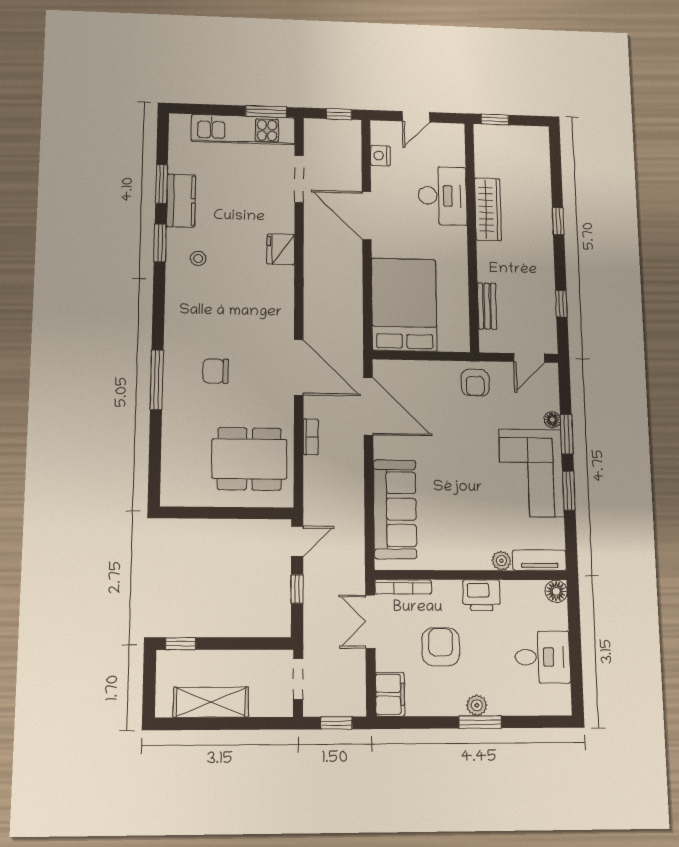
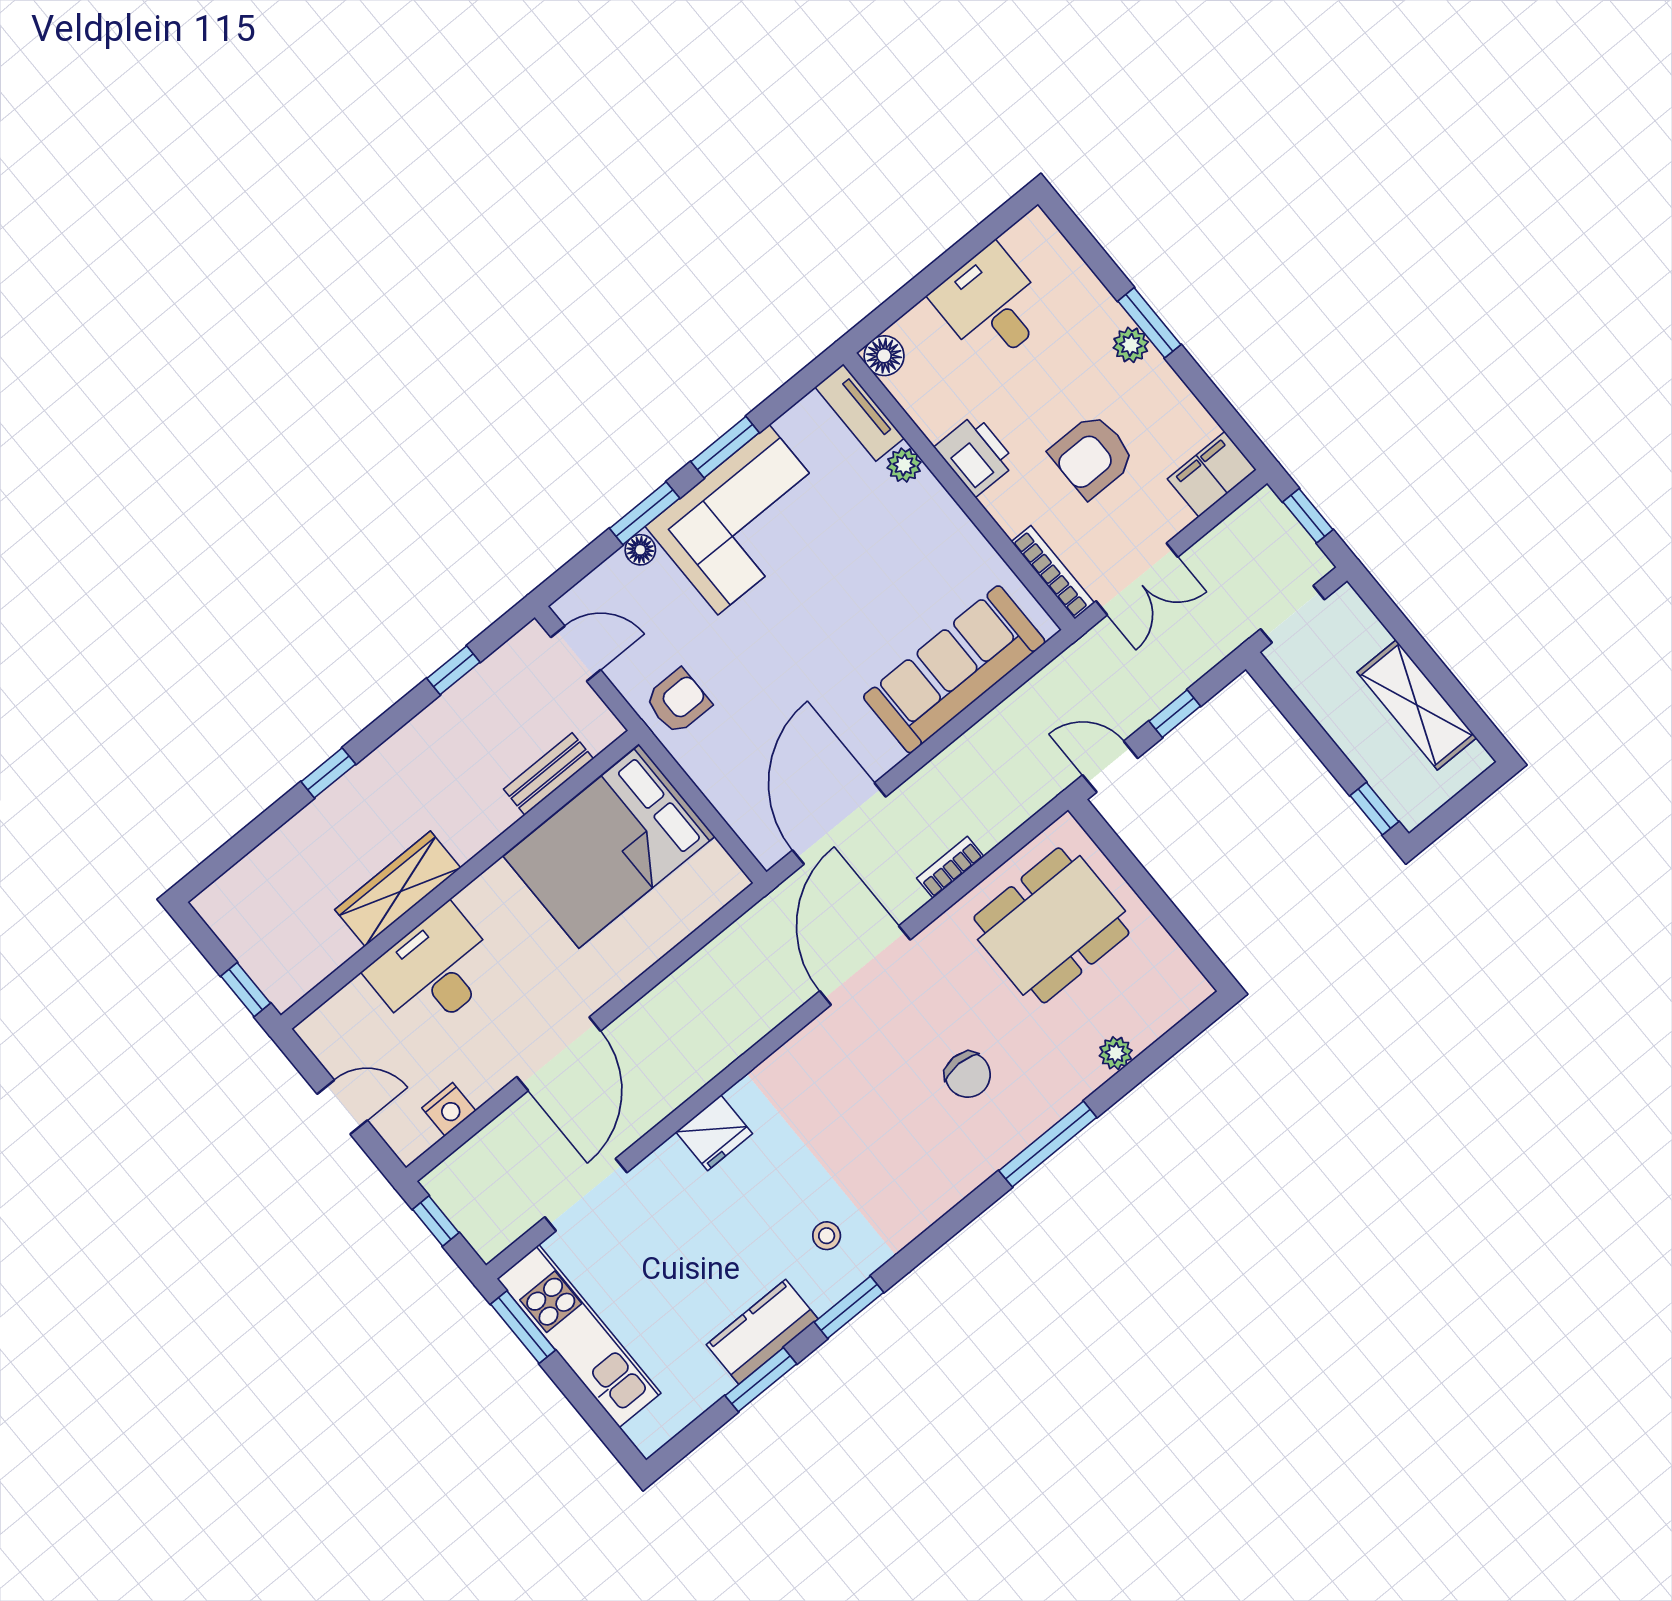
bed: (404, 305) -> (609, 846), moved
plant: (171, 441) -> (1116, 1053), added
dining table: (249, 459) -> (1051, 925), turned 90

